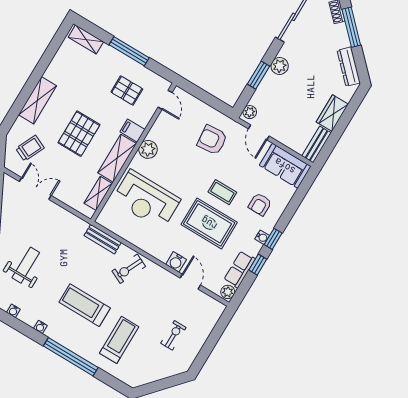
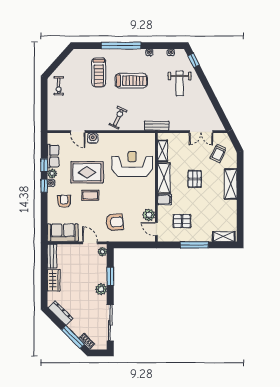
pallet: (79, 134) -> (195, 179), width x0.67, depth x0.71
plant: (148, 149) -> (149, 215), moved
bench: (103, 239) -> (157, 126), moved
plant: (228, 292) -> (52, 174), moved
exercise bike: (173, 335) -> (59, 86), moved

